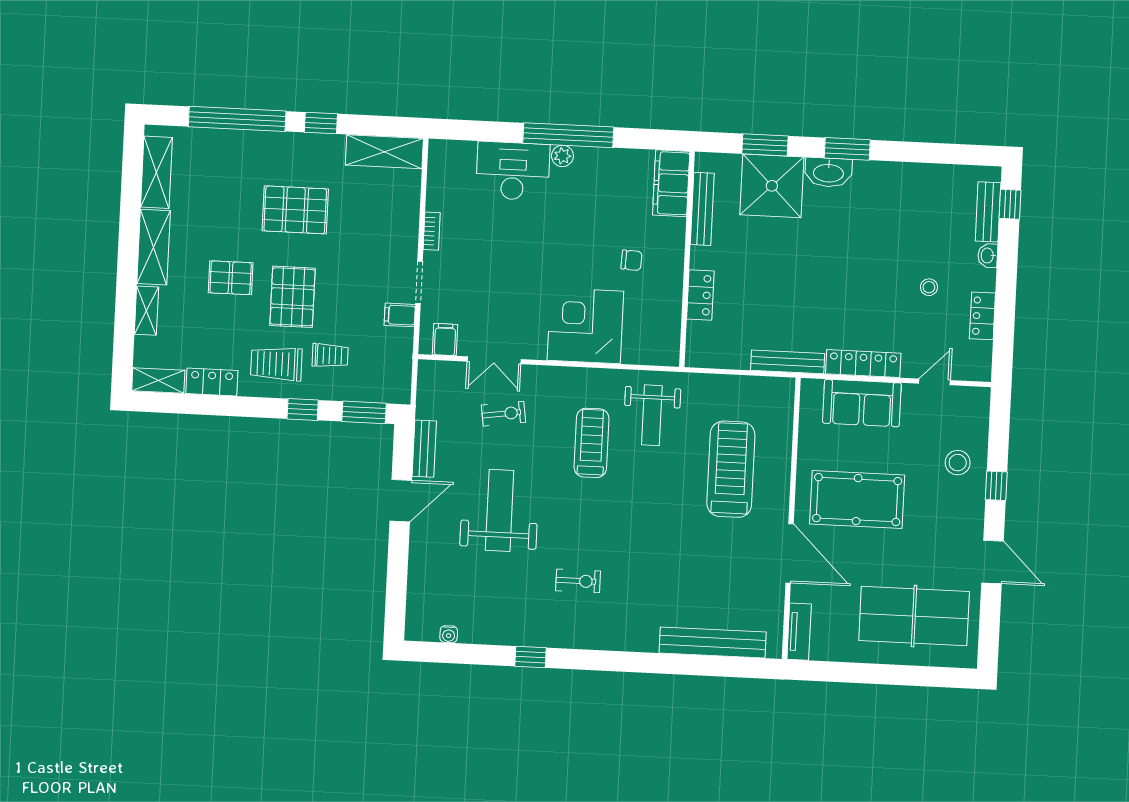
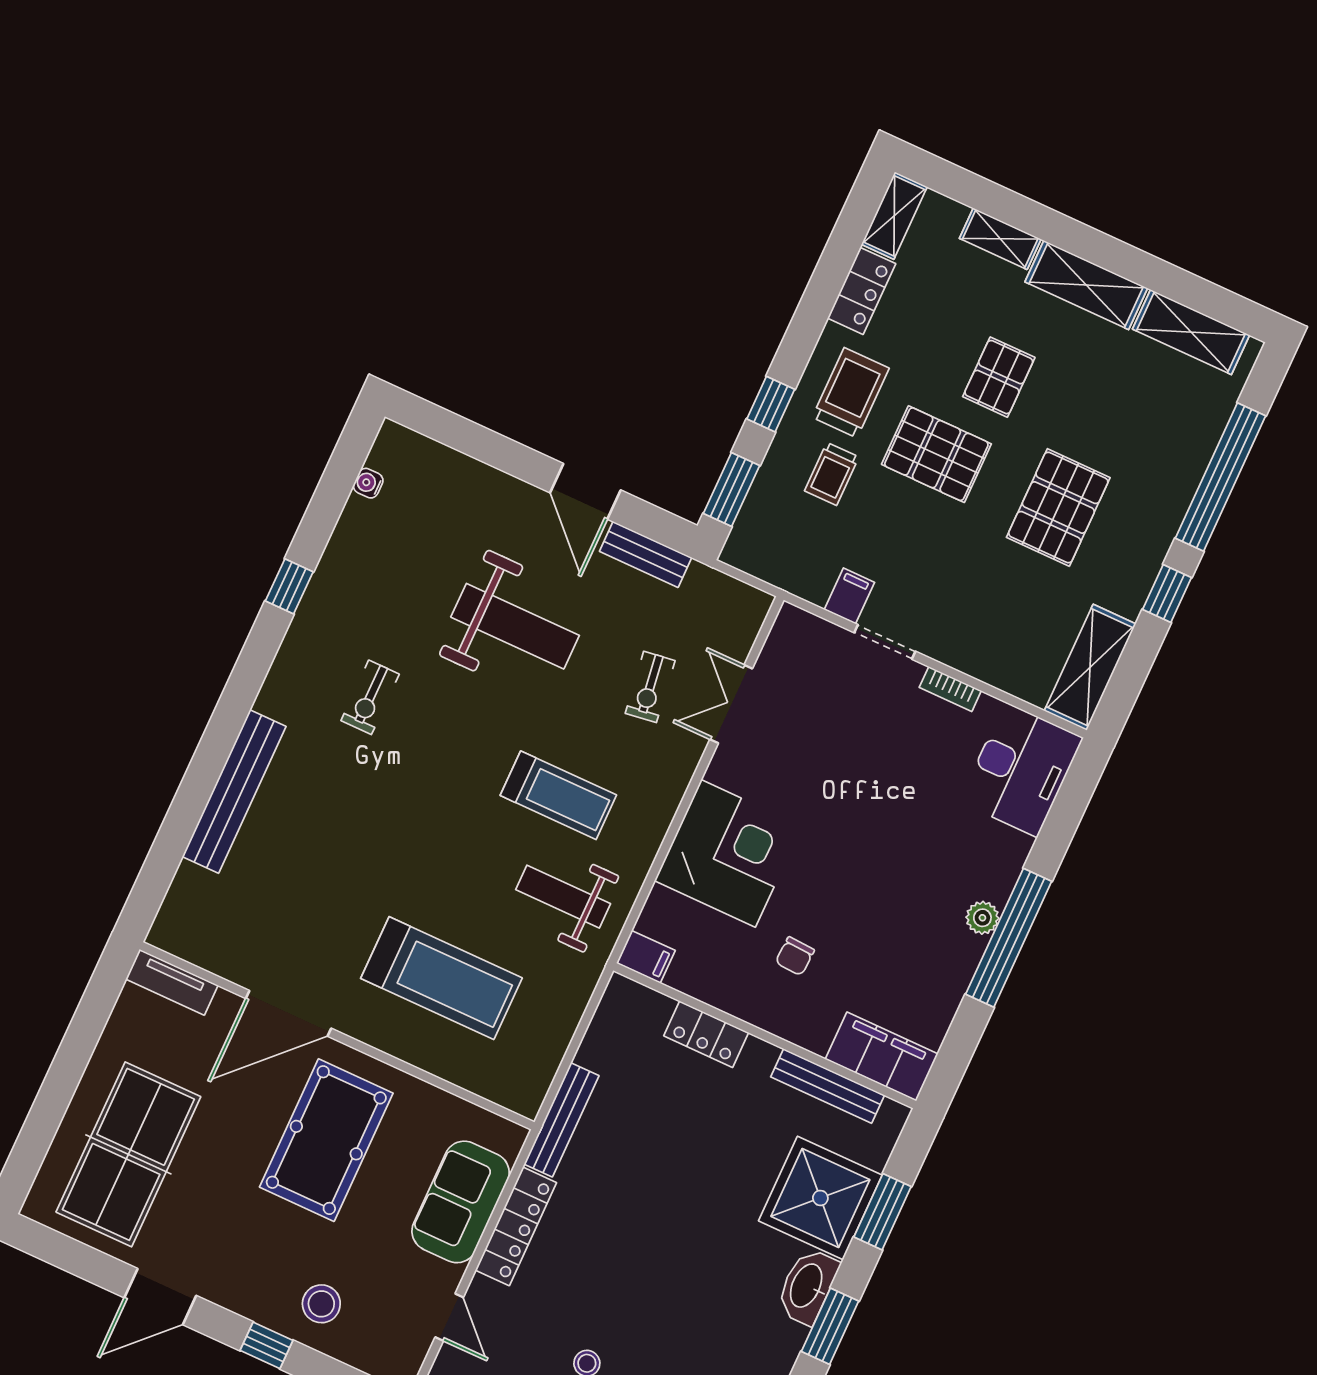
desk: (513, 171) -> (1021, 770), moved
filing cabinet: (445, 340) -> (646, 957), moved
bench: (713, 643) -> (234, 792), moved

